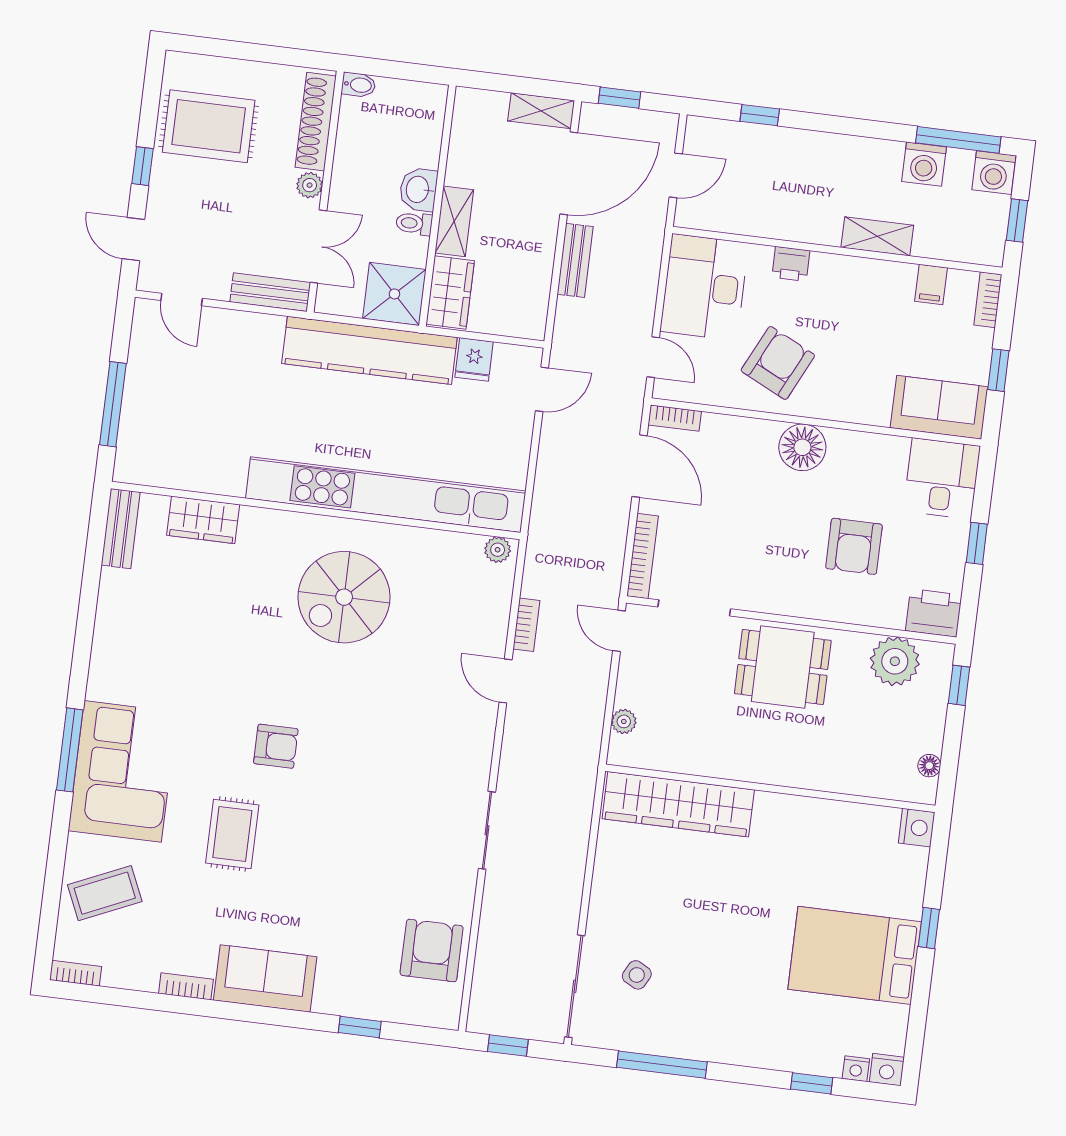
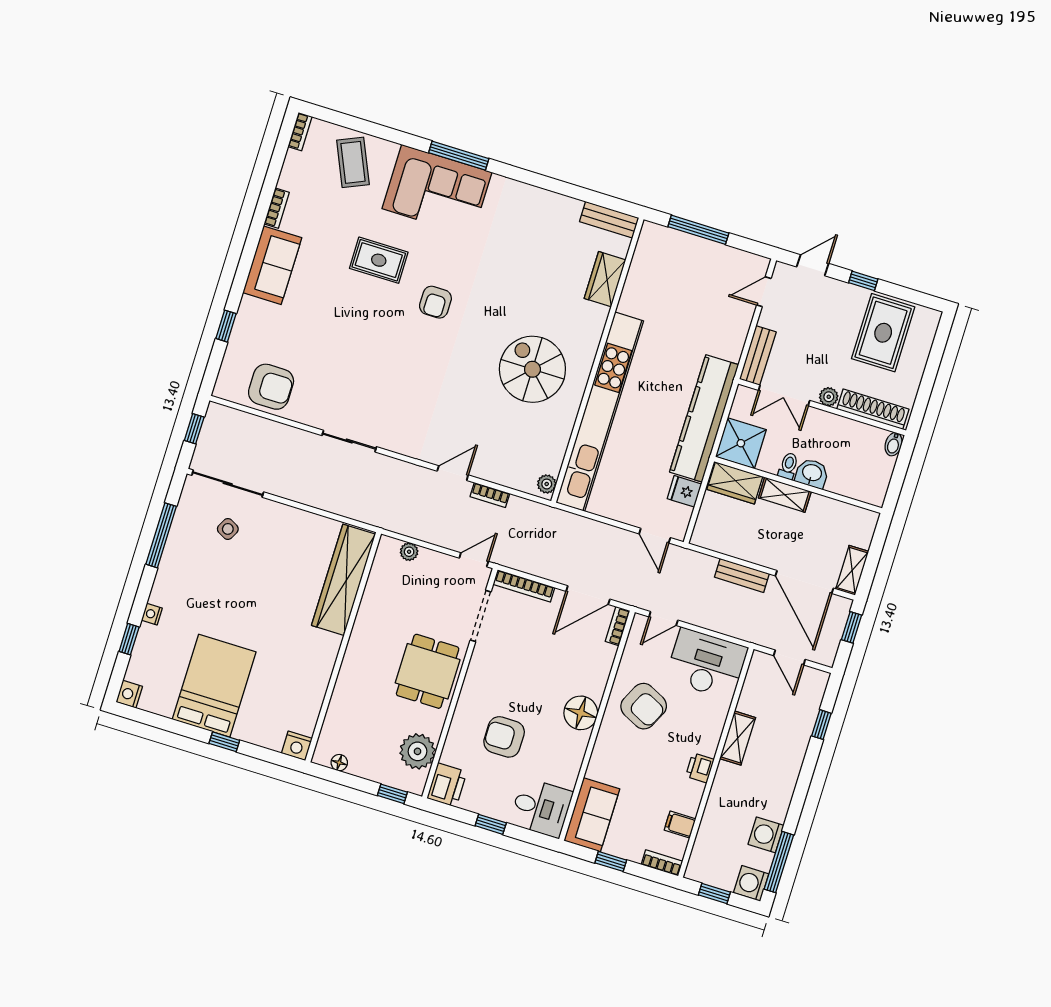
shelving: (877, 236) -> (738, 738), moved
printer: (791, 264) -> (700, 768), moved
nightstand: (856, 1069) -> (152, 614), moved

